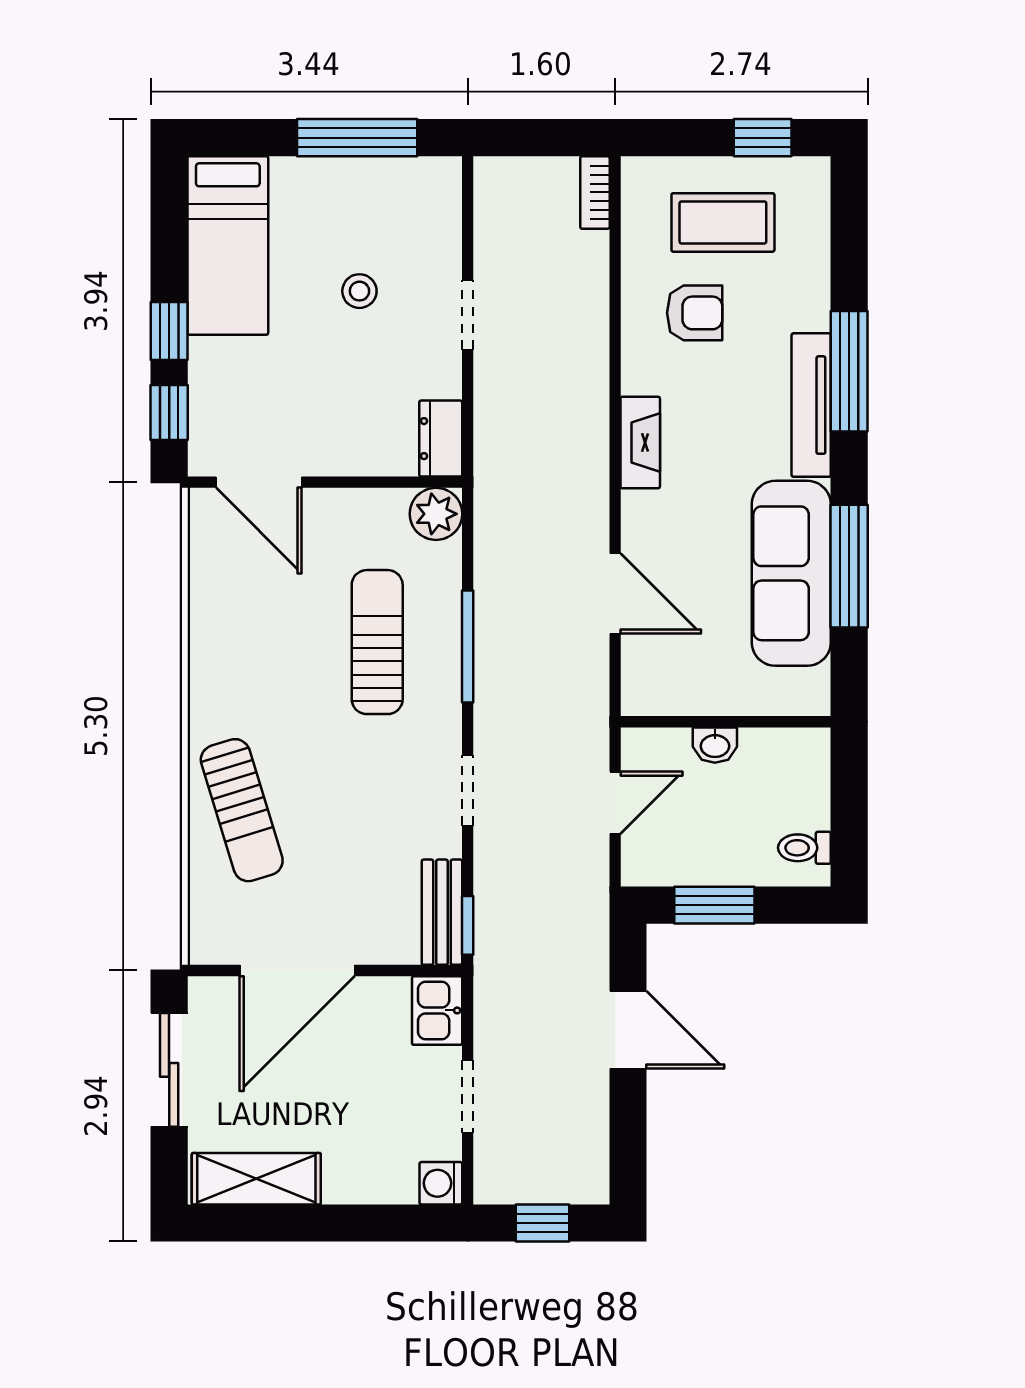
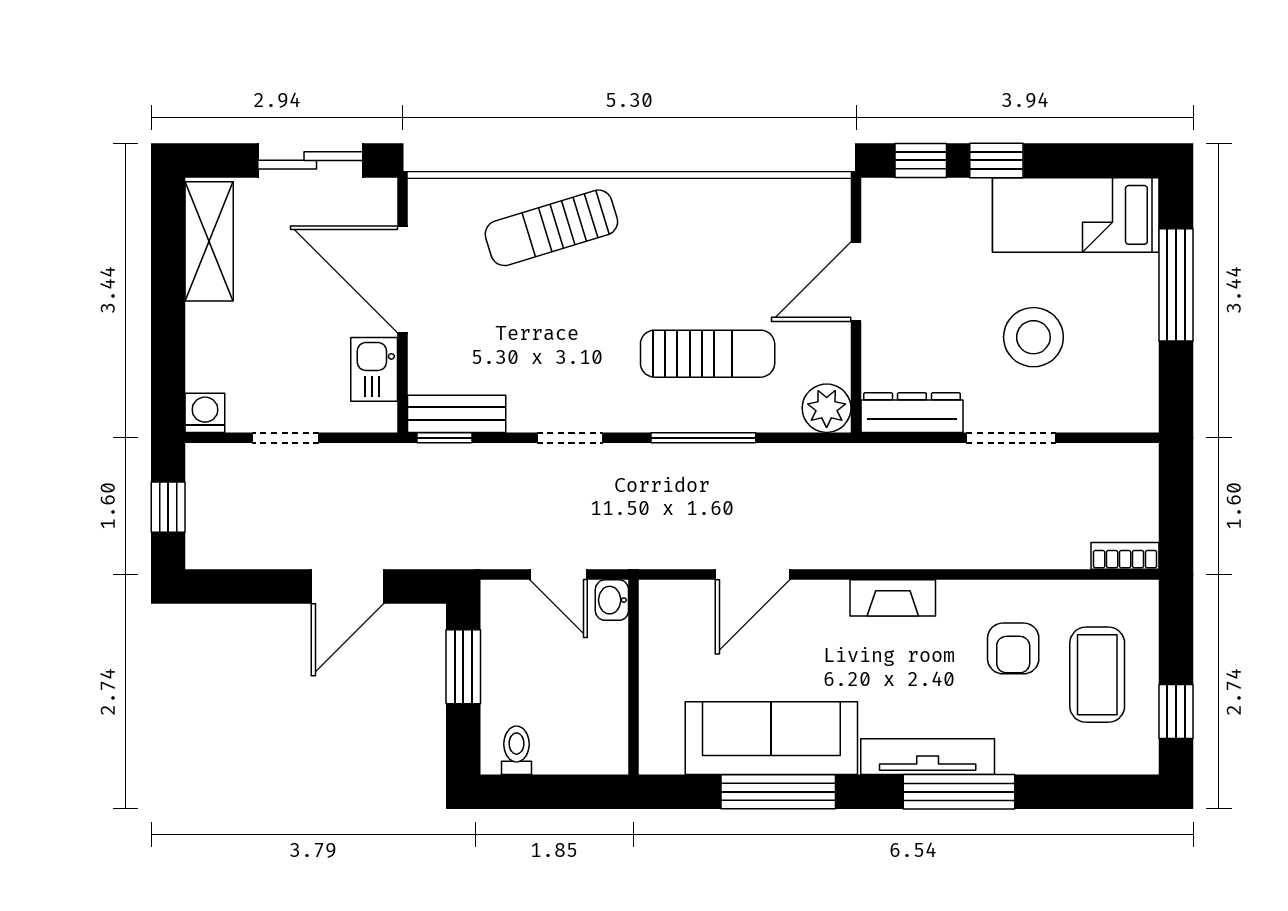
window: (357, 138) -> (1176, 285), moved
stool: (359, 291) -> (1033, 337), width x1.89, depth x1.89
doorway: (468, 315) -> (1011, 438), width x1.38
dresser: (441, 439) -> (912, 413), width x1.44
door: (259, 482) -> (856, 282), moved
washbasin: (715, 745) -> (612, 600), moved
kitchen sink: (437, 1010) -> (374, 369), moved, turned -90

